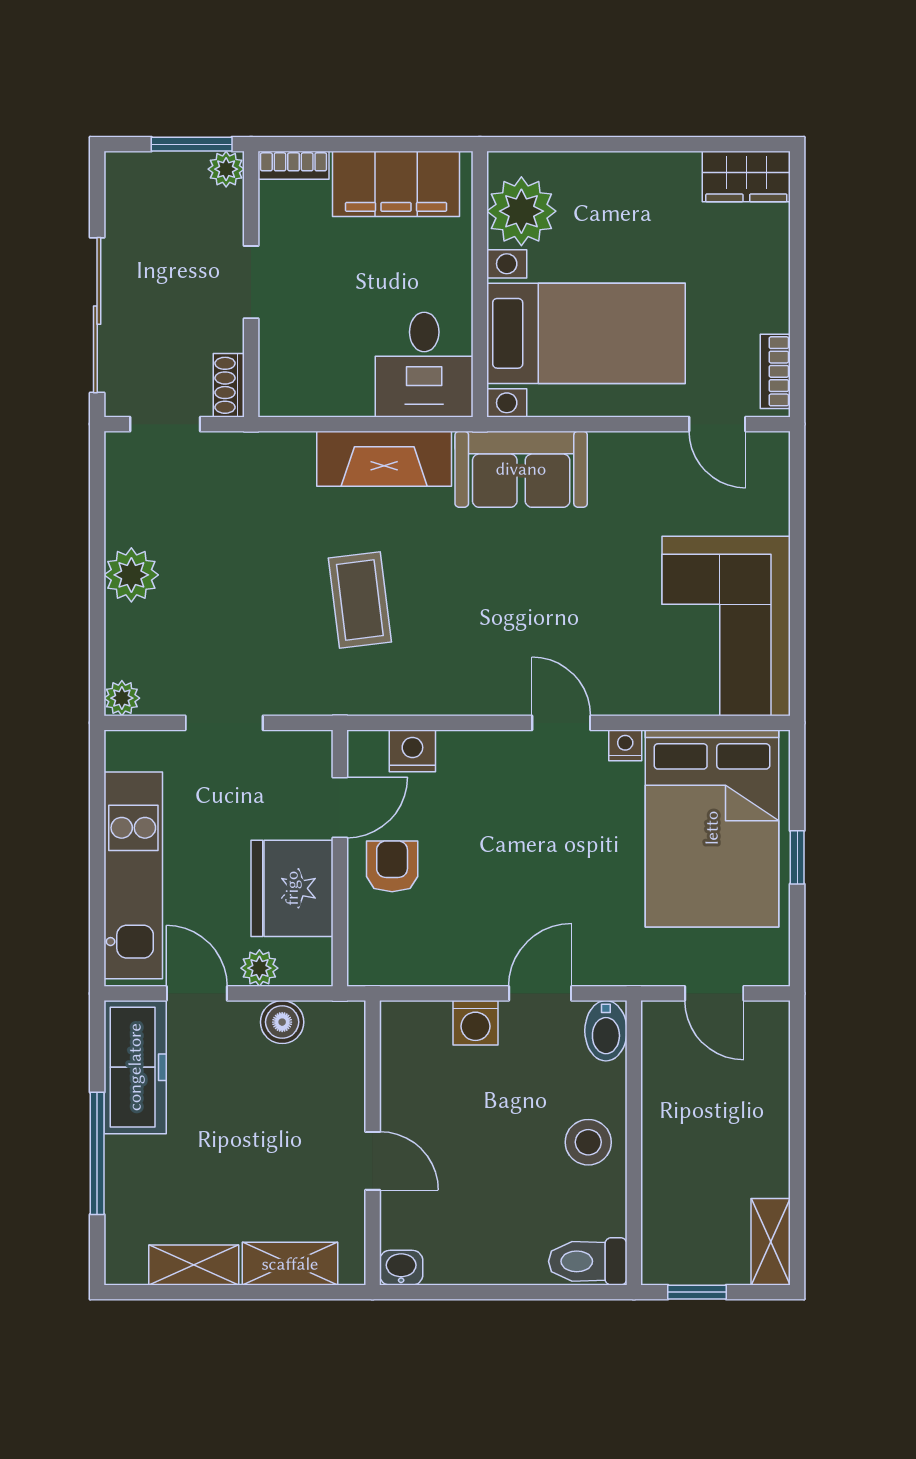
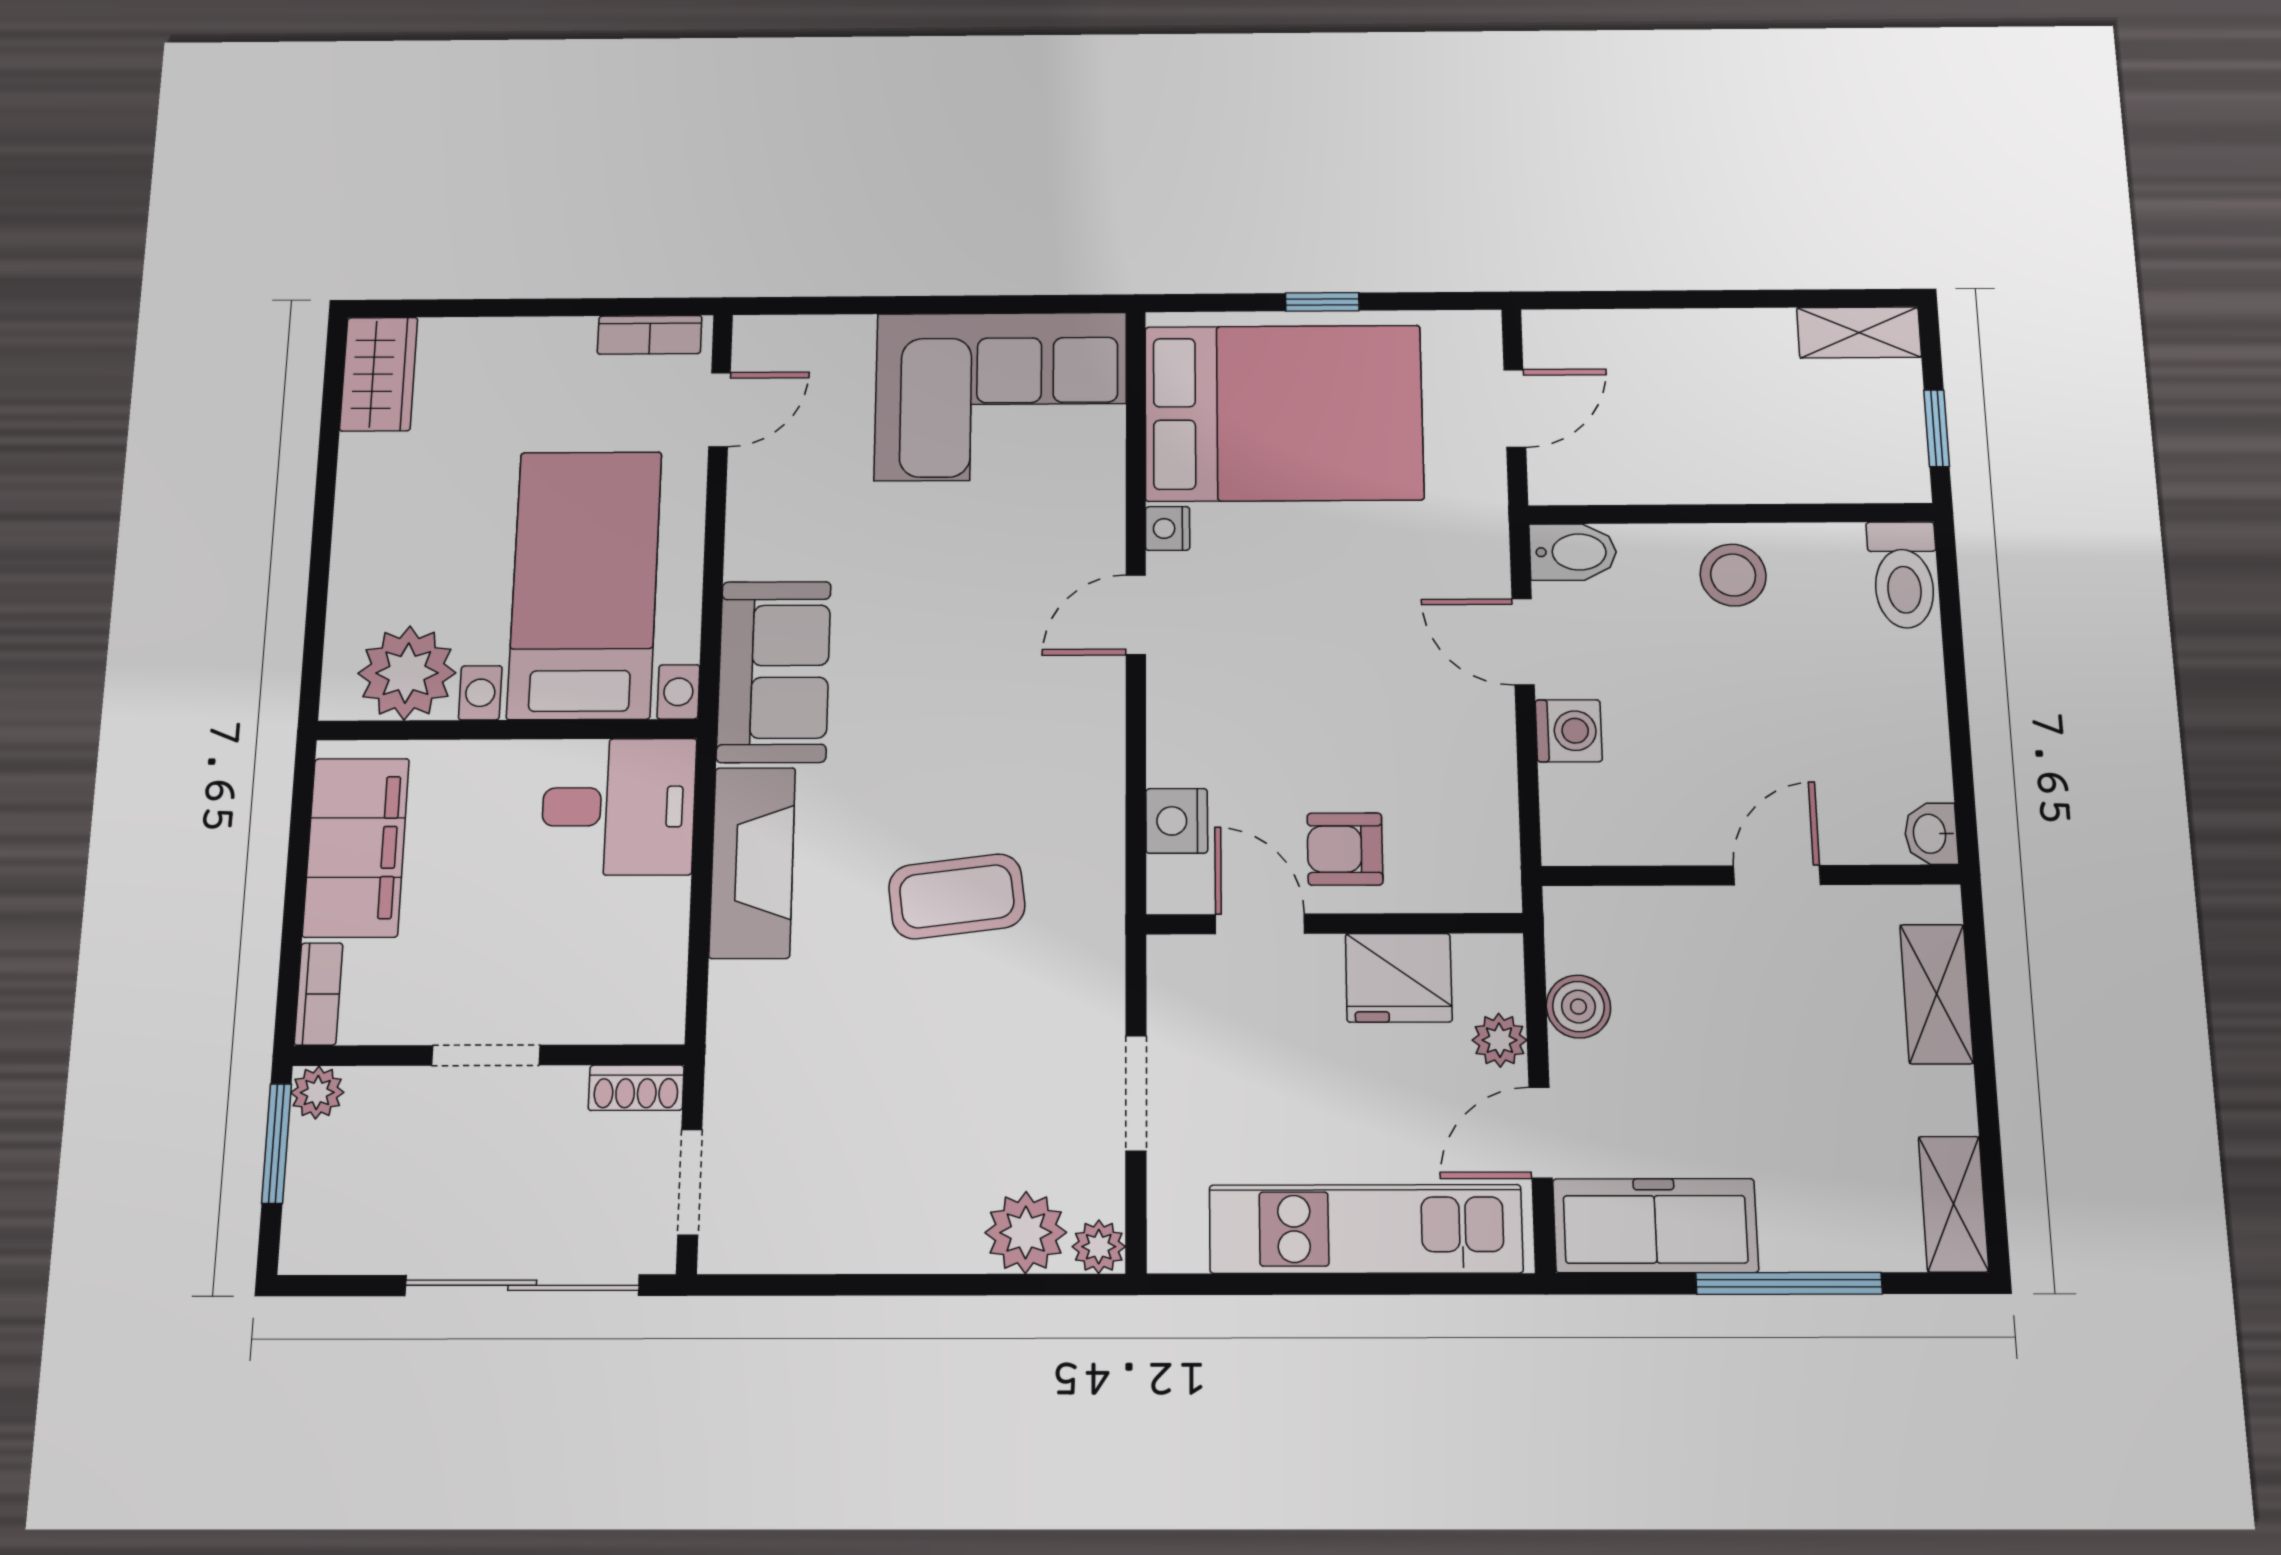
plant: (131, 575) -> (1026, 1233), moved
fridge: (292, 888) -> (1399, 978), width x0.73, depth x0.75
shelving: (194, 1265) -> (1953, 1204), moved

